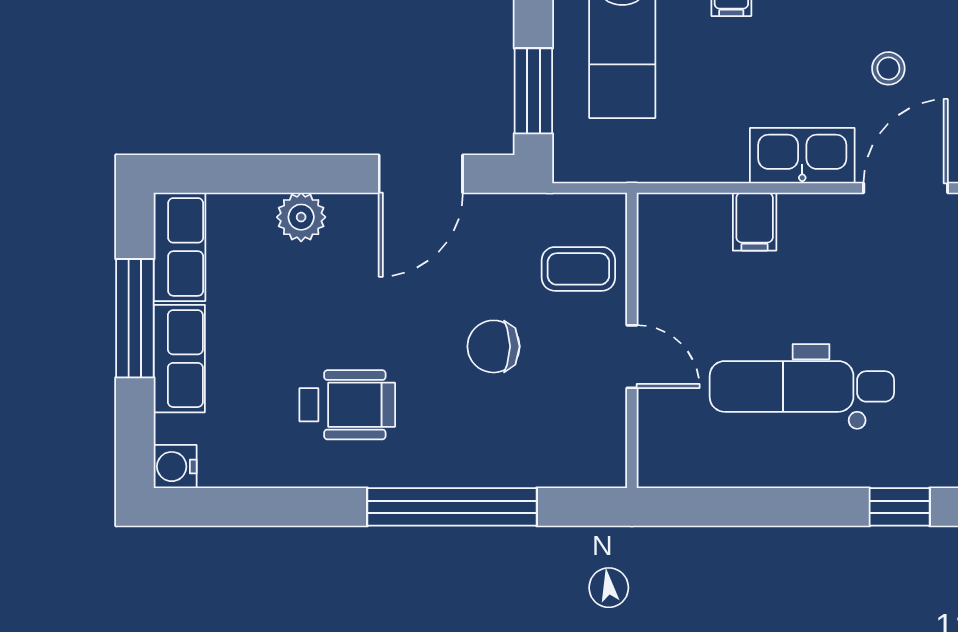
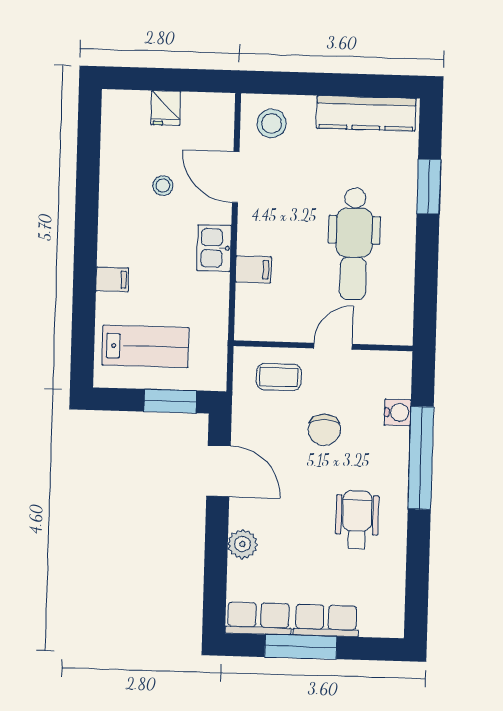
kitchen sink: (802, 156) -> (214, 248), width x0.73
coffee table: (578, 269) -> (279, 377), turned 90
water cooler: (175, 467) -> (398, 412), moved, turned -90
window: (900, 507) -> (429, 187), width x1.50

